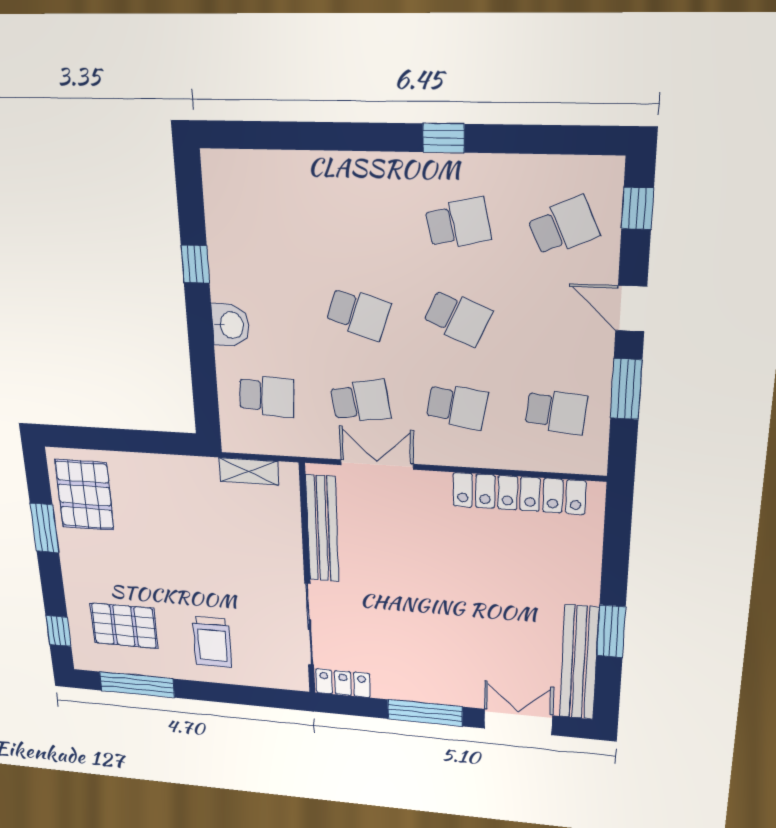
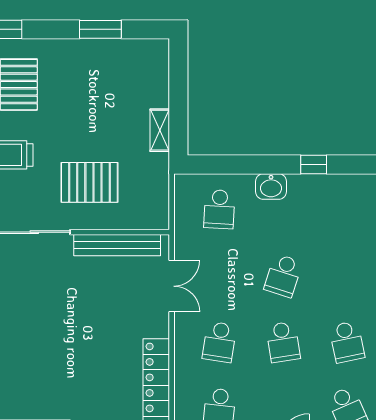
school desk: (458, 318) -> (283, 342), turned -33
school desk: (361, 401) -> (219, 276), removed
shelving: (249, 471) -> (160, 130), moved
pallet: (85, 495) -> (89, 182), moved

